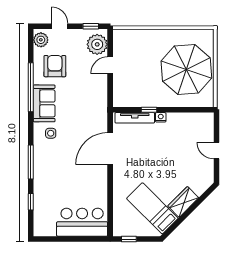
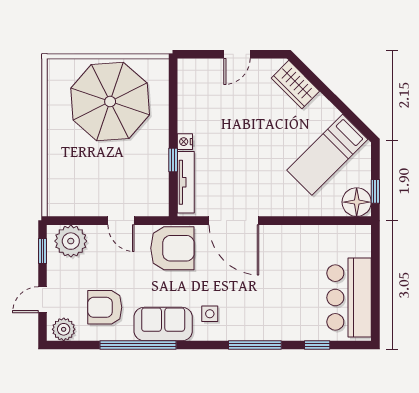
door: (110, 65) -> (121, 221), moved
armchair: (93, 109) -> (172, 248), added
wardrobe: (183, 202) -> (295, 85), moved
bar counter: (82, 222) -> (349, 298), moved
floor lamp: (122, 227) -> (357, 202), added

